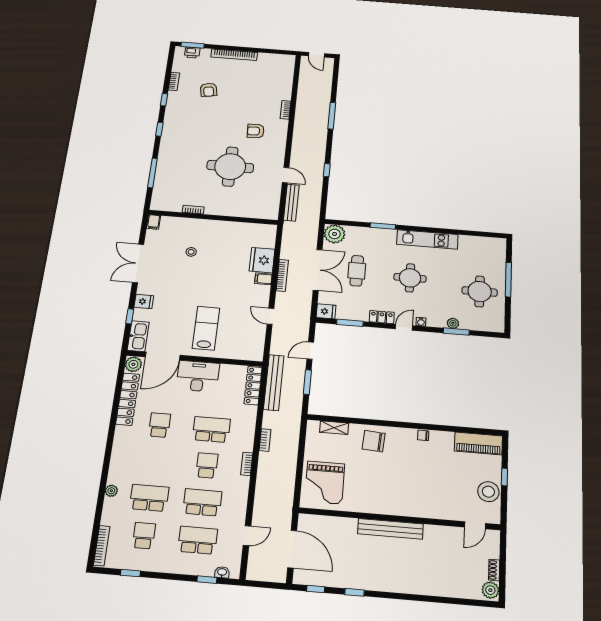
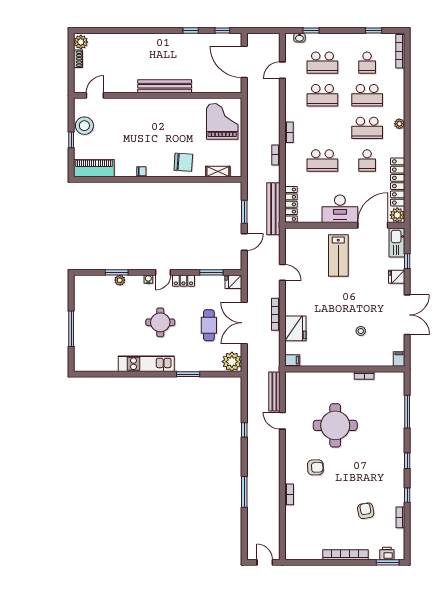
filing cabinet: (263, 279) -> (292, 360), moved
round table: (480, 291) -> (97, 314), removed
school desk: (207, 465) -> (367, 128), moved, width x1.85
plant: (111, 491) -> (399, 124), moved

